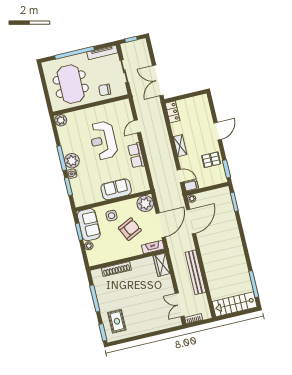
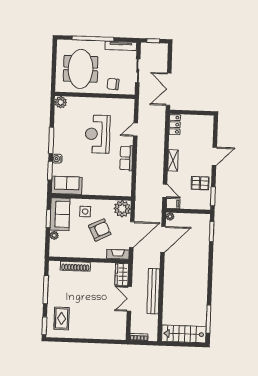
plant: (72, 161) -> (61, 146), removed
sofa: (116, 189) -> (67, 185), moved
double door: (180, 305) -> (129, 299), moved

